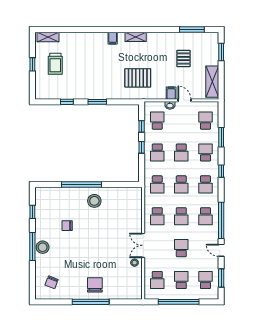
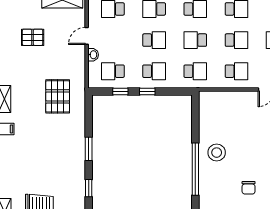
filing cabinet: (171, 93) -> (77, 53), removed
school desk: (181, 184) -> (195, 40), turned 180

